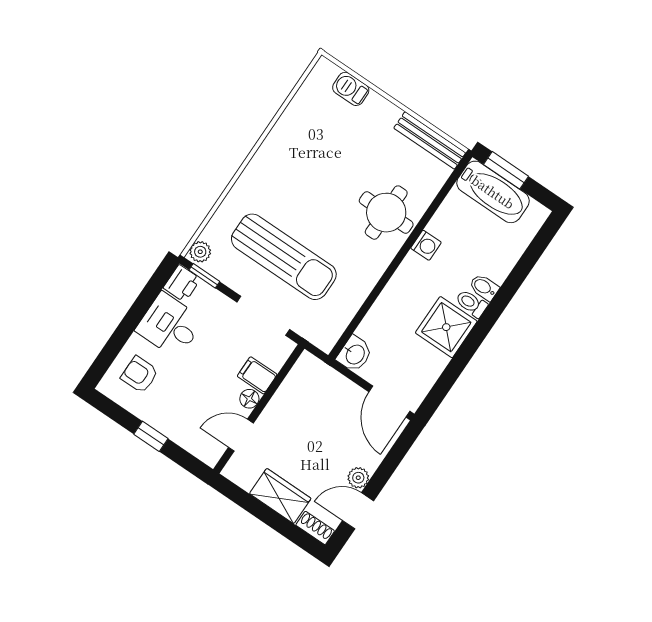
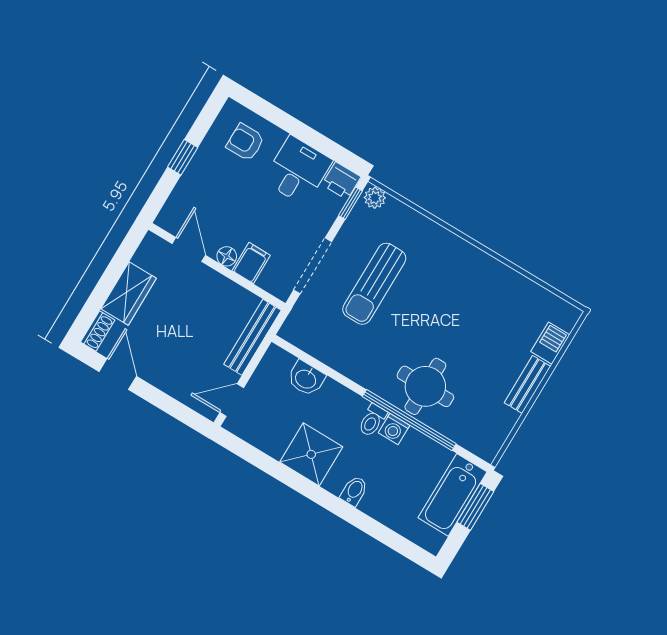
bench: (430, 140) -> (527, 385), moved, width x0.73
window: (418, 230) -> (409, 420), added
sun lounger: (284, 257) -> (374, 284), width x0.73, depth x0.75
toilet: (471, 303) -> (372, 420), moved, turned 180
washbasin: (355, 354) -> (306, 378), moved
armchair: (140, 375) -> (245, 142), turned -90
bench: (329, 378) -> (252, 337), added
door: (389, 401) -> (232, 400), width x0.73
plant: (358, 478) -> (152, 372), removed

